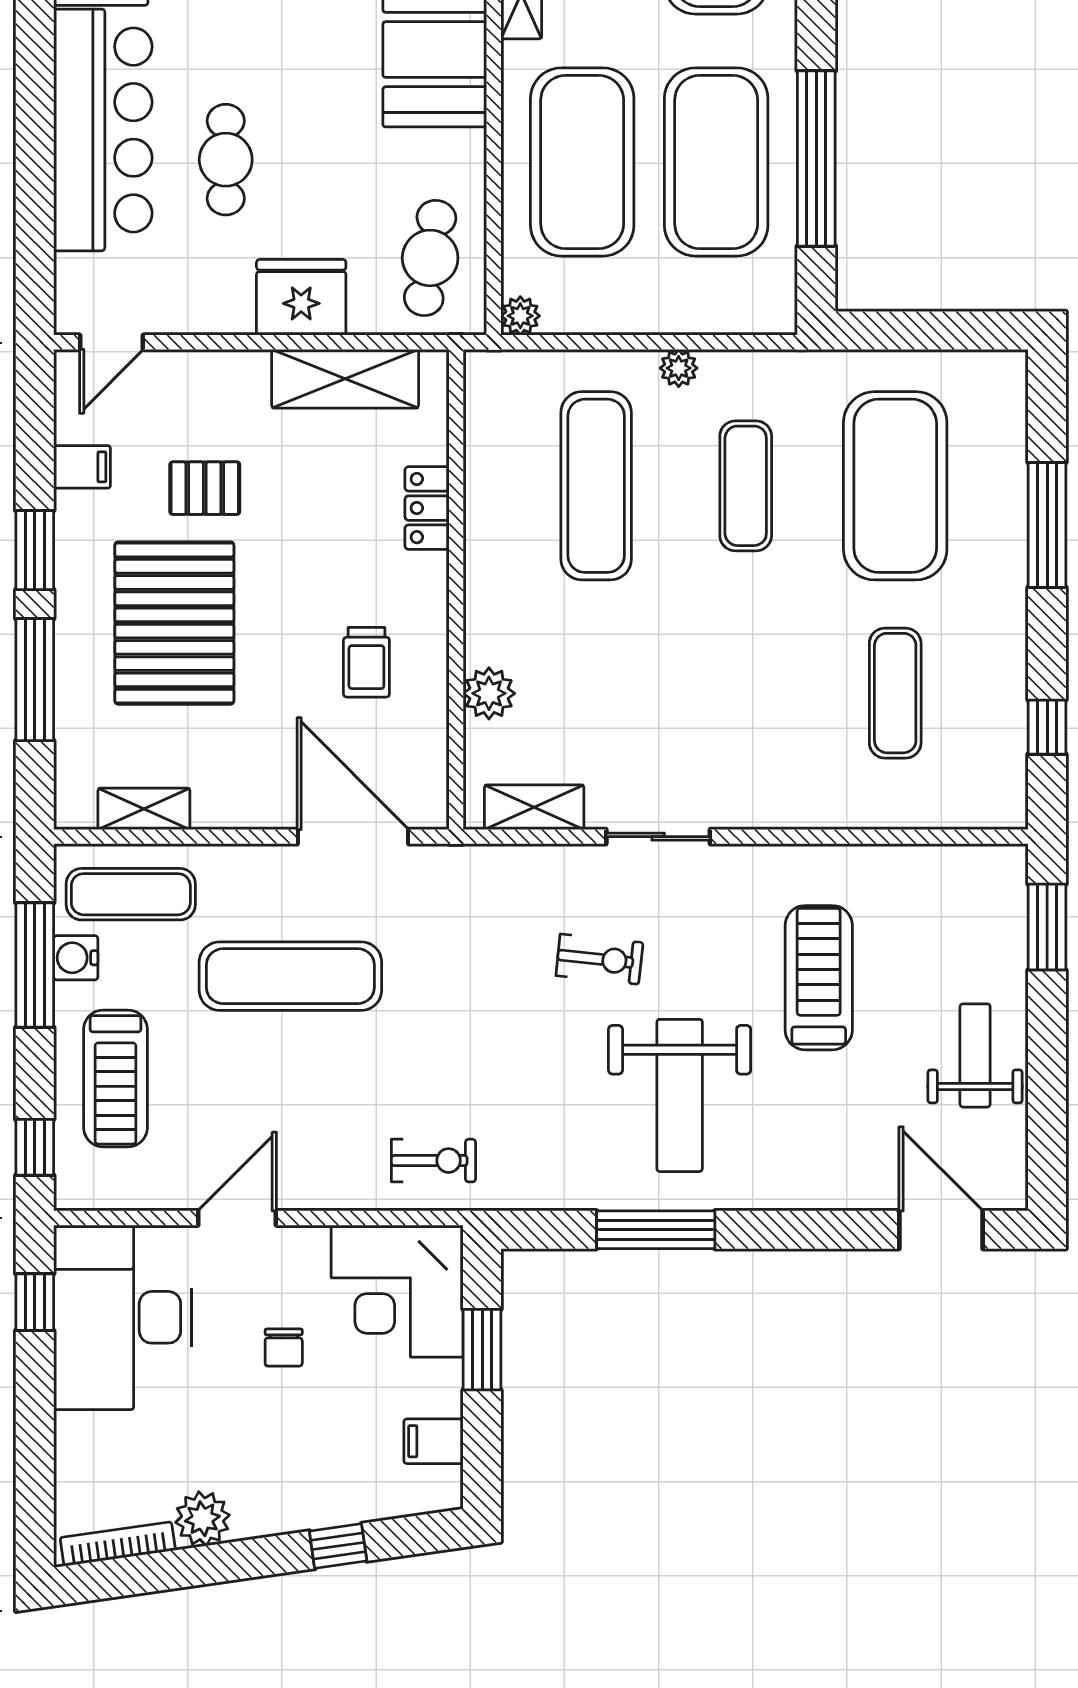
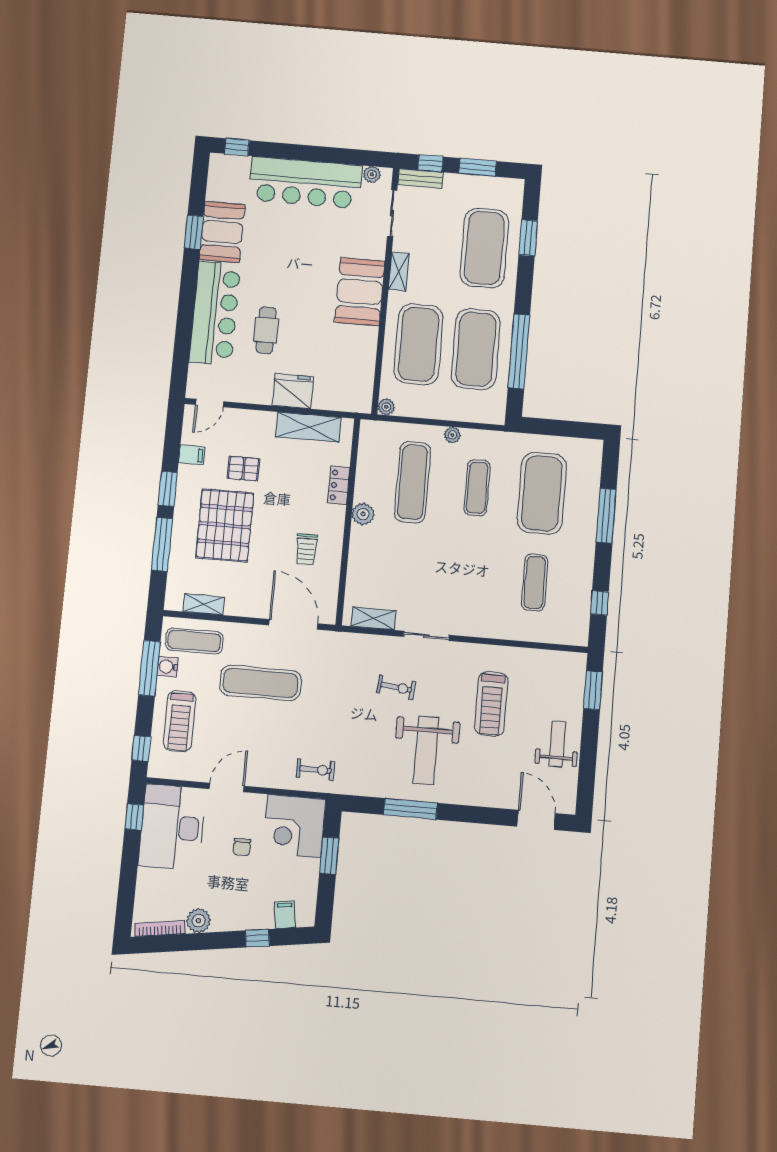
cafe table: (430, 258) -> (350, 379), removed
plant: (489, 693) -> (363, 514), moved
treadmill: (819, 978) -> (491, 704), turned 180
filing cabinet: (433, 1441) -> (285, 915), moved, turned 82

